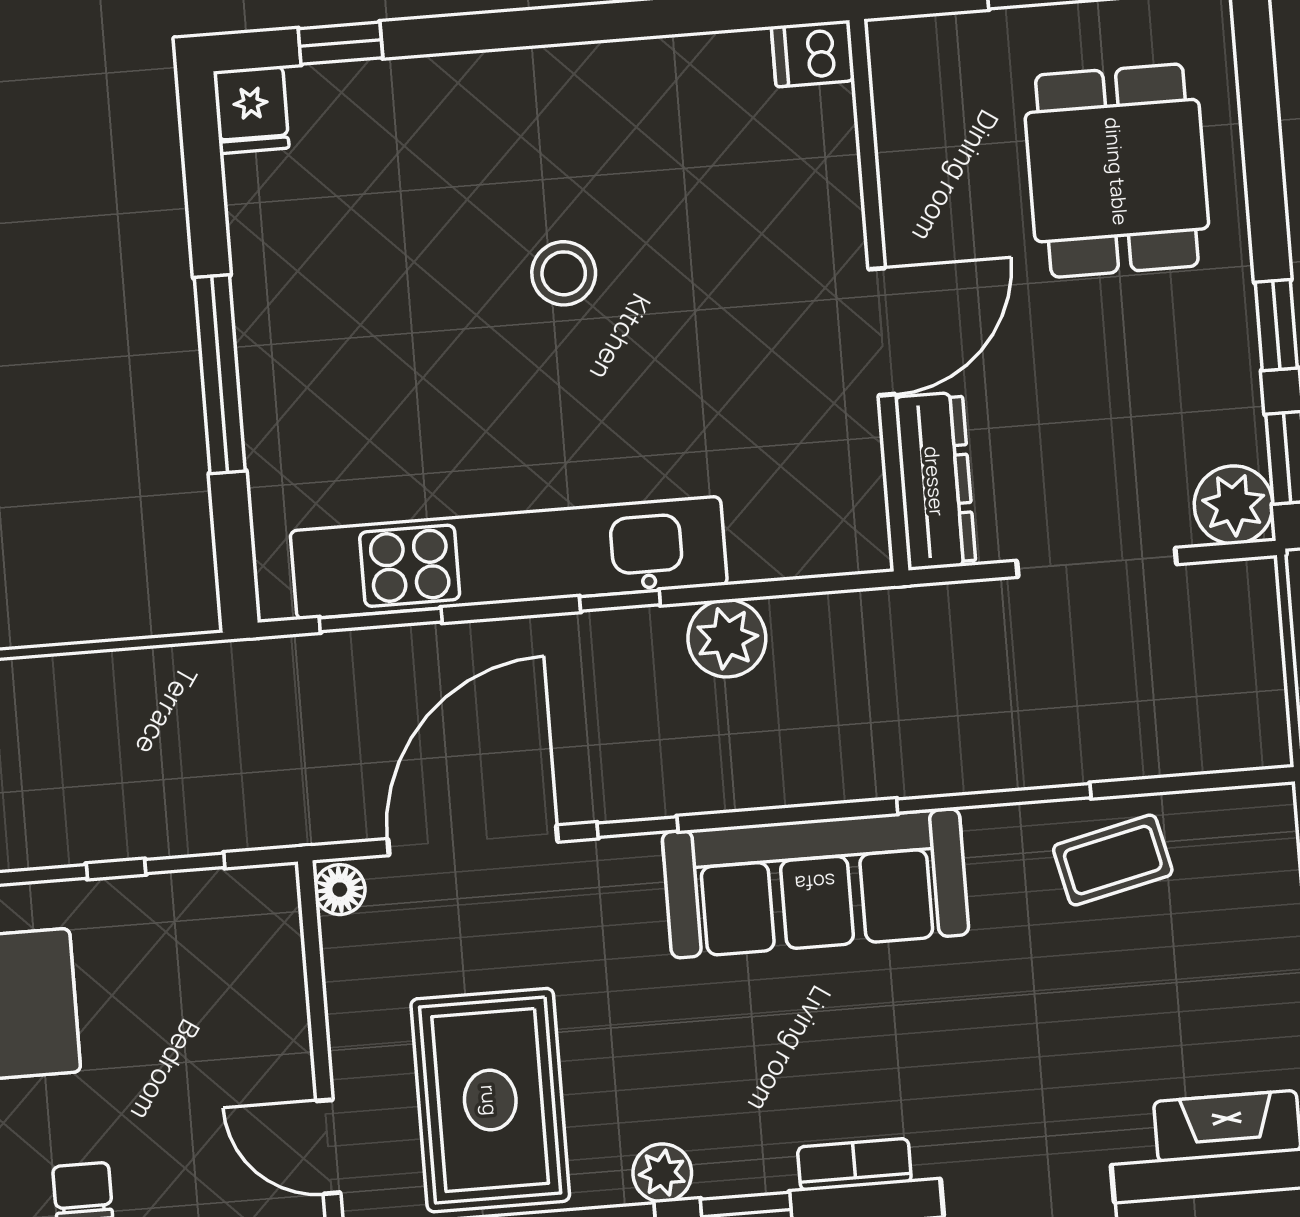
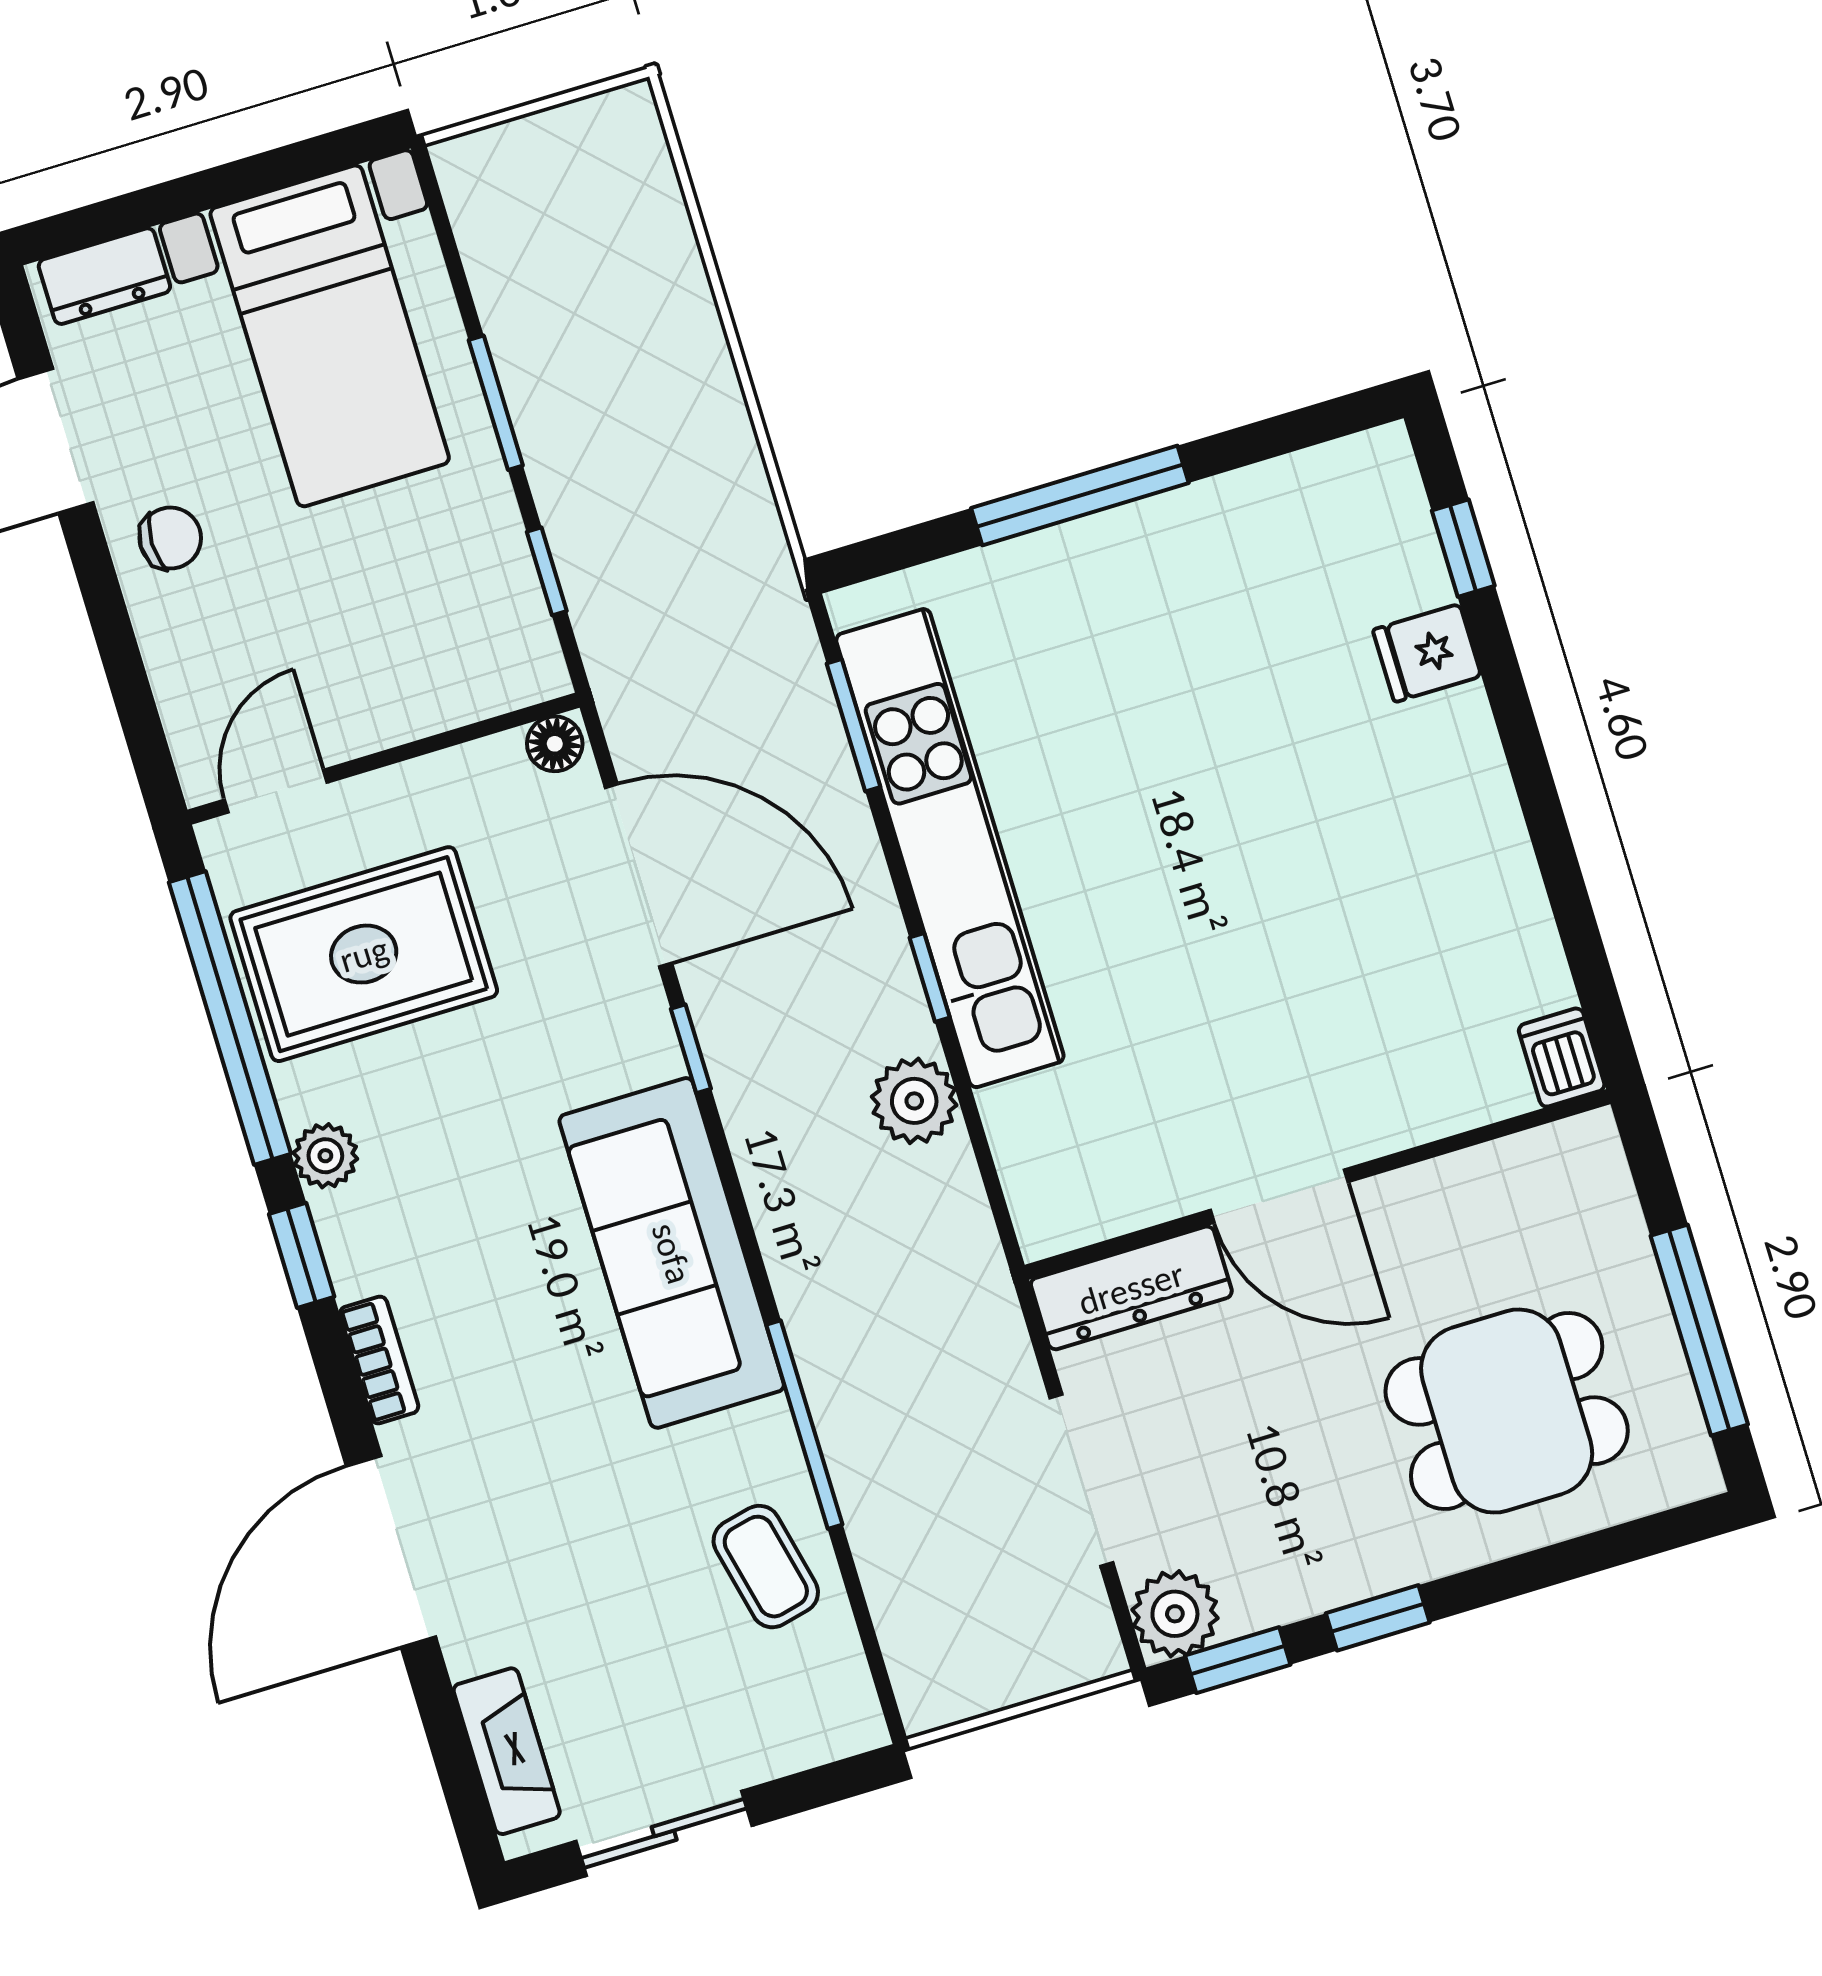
fridge: (251, 110) -> (1427, 653), moved
stool: (564, 273) -> (1268, 841), removed

